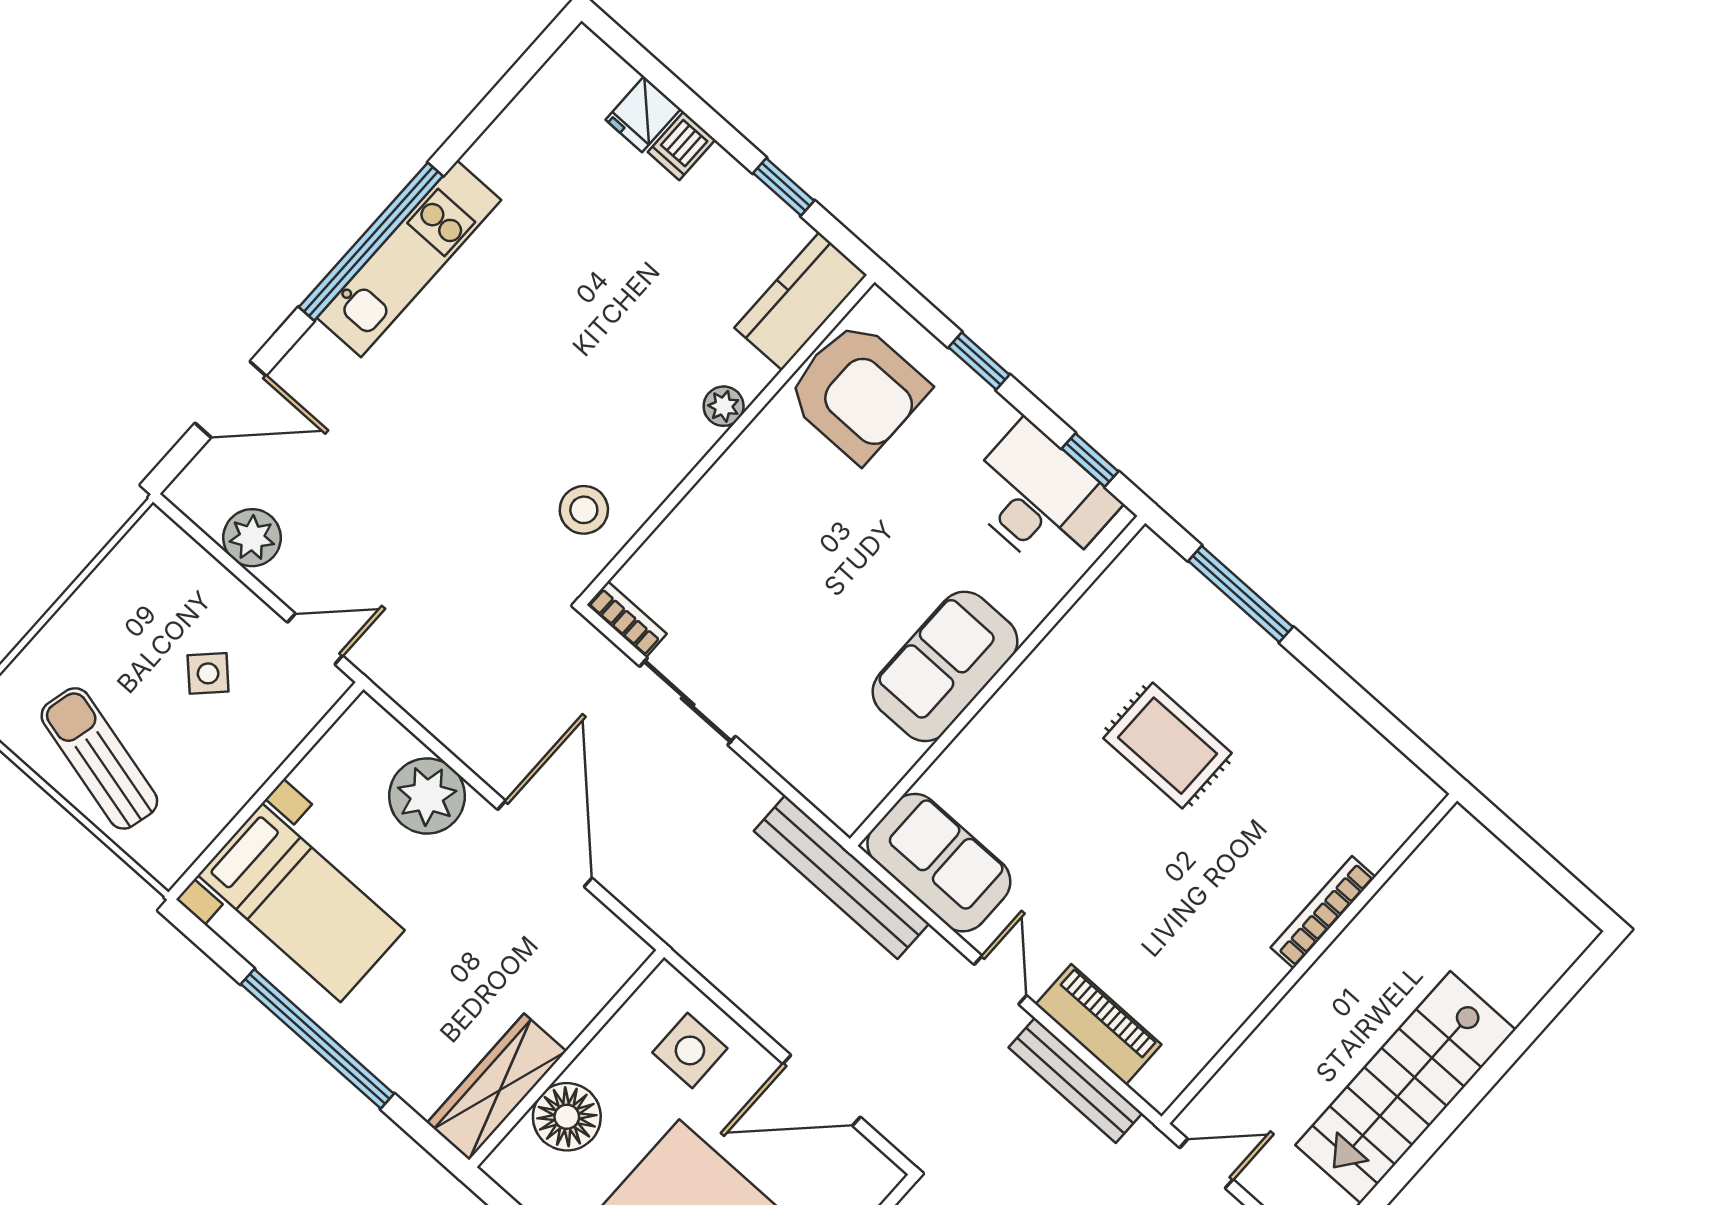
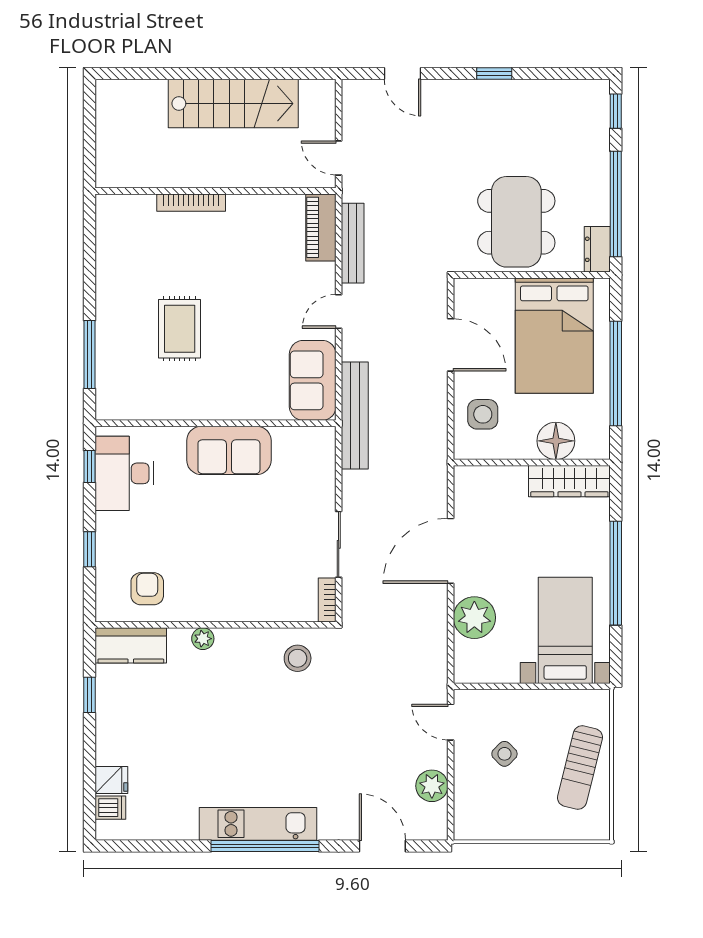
dishwasher: (681, 146) -> (110, 808), moved
armchair: (857, 391) -> (147, 589), width x0.53, depth x0.53
piano: (1098, 1024) -> (321, 227), moved

